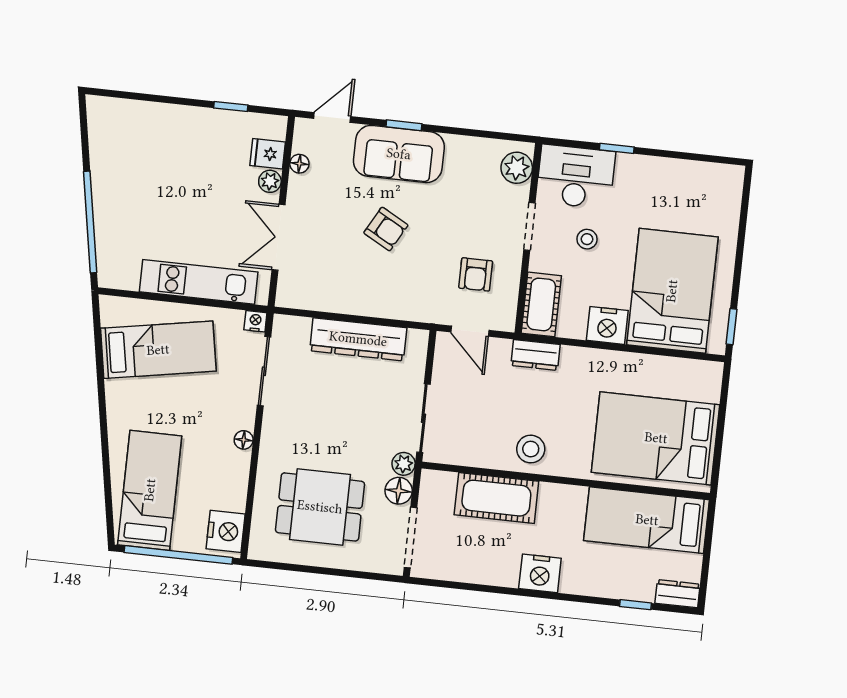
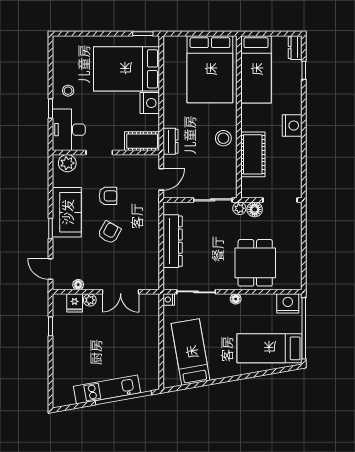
sofa: (399, 154) -> (67, 212), moved
stool: (587, 239) -> (68, 91), moved
armchair: (476, 274) -> (108, 196), moved
kitchen unit: (199, 282) -> (107, 389), moved, turned 80
dining table: (320, 507) -> (255, 263), moved

